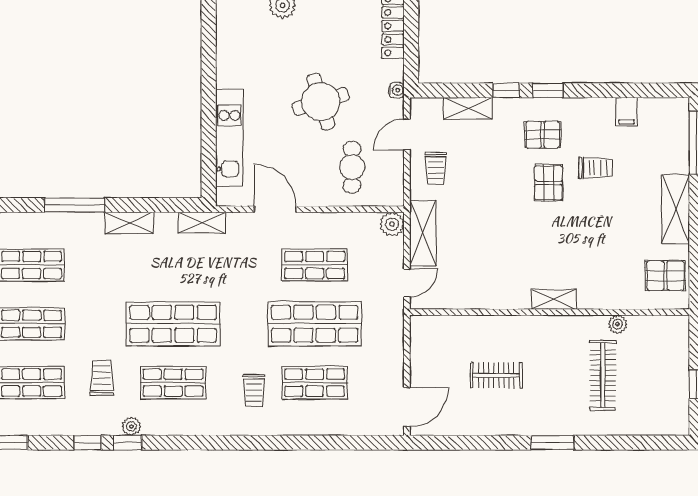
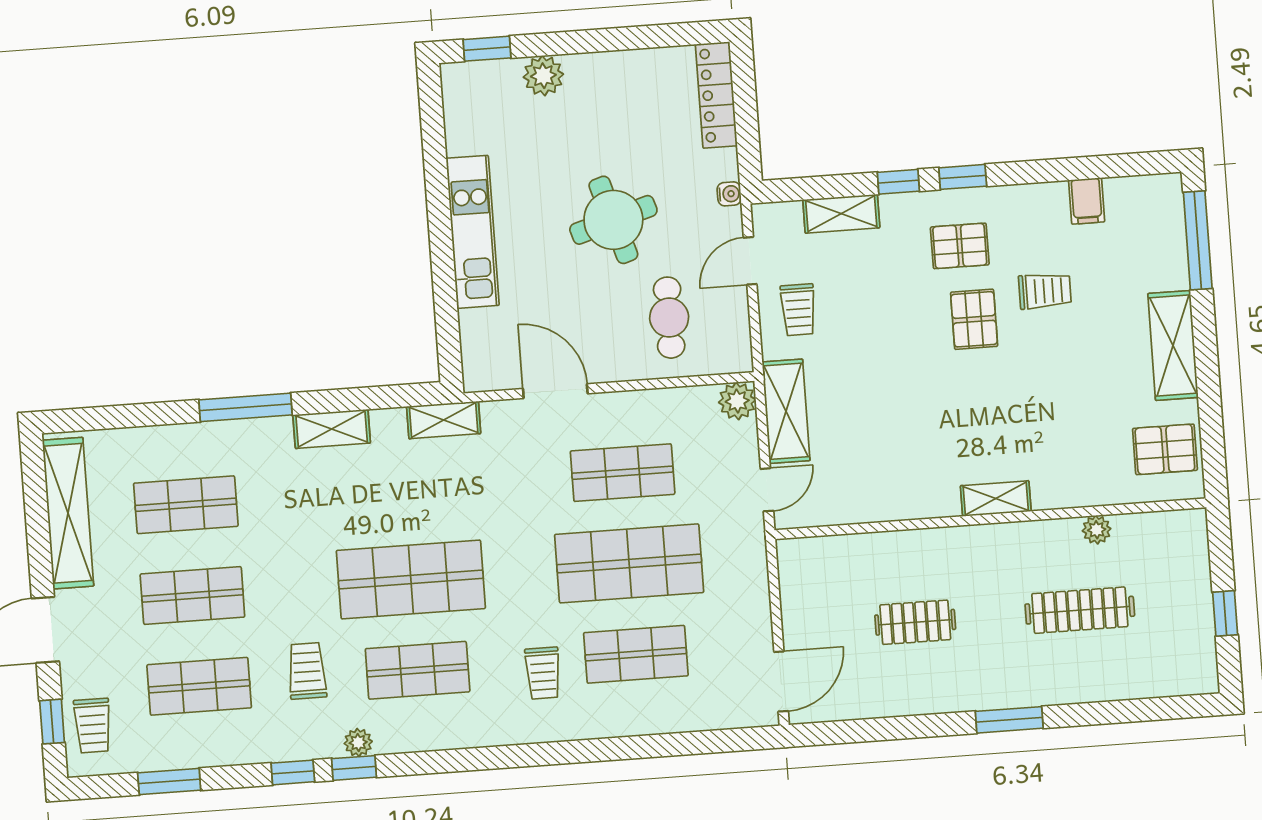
kitchen unit: (229, 138) -> (473, 232), moved
clothes rail: (603, 375) -> (1080, 610), turned 90

